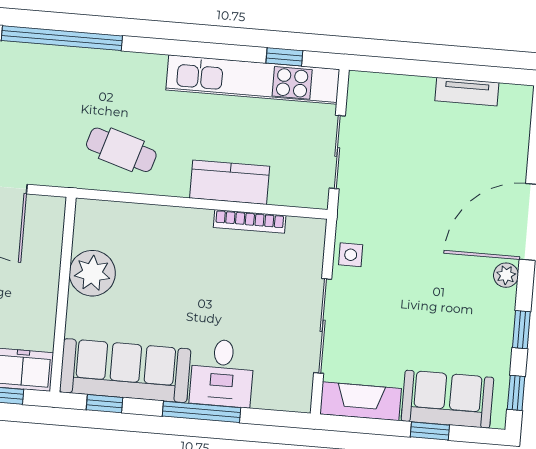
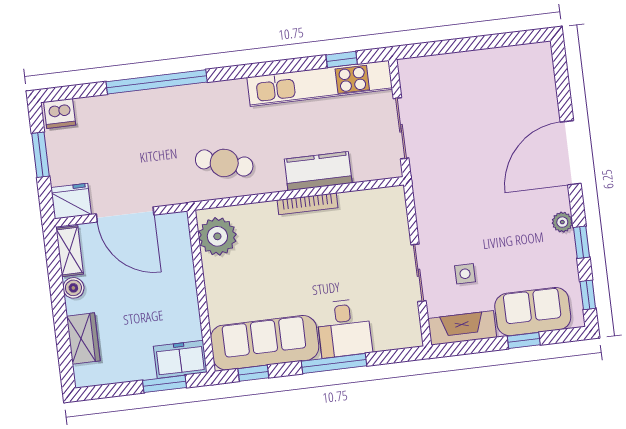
tv unit: (467, 92) -> (497, 57), removed
bookcase: (250, 221) -> (307, 204), moved
side table: (351, 255) -> (465, 274), moved
plant: (92, 273) -> (217, 236), moved
plant: (506, 275) -> (562, 222), moved
sliding door: (323, 326) -> (418, 273), width x0.73

